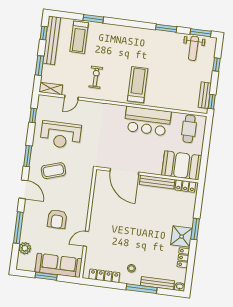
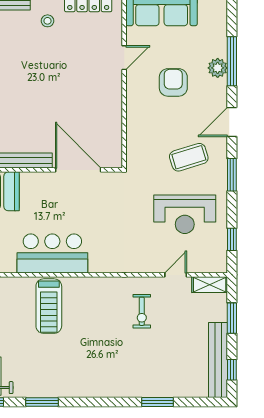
treadmill: (79, 37) -> (176, 370), removed
treadmill: (138, 85) -> (49, 306), moved
reception desk: (61, 135) -> (185, 214), turned 180
door: (23, 189) -> (232, 122), hinge flipped
plant: (25, 248) -> (218, 68), moved

